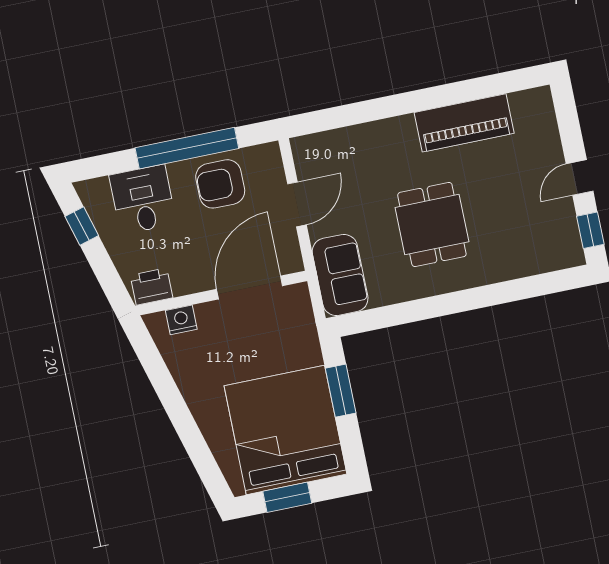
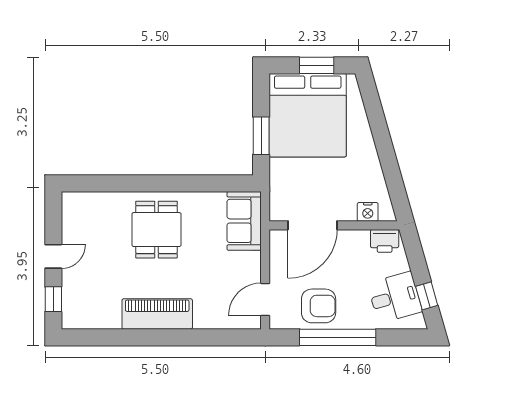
piano: (464, 123) -> (157, 314), moved
desk: (143, 199) -> (395, 297), moved, turned -106
door: (297, 204) -> (265, 299), moved
dining table: (432, 225) -> (157, 230), moved
window: (590, 230) -> (53, 299), moved

